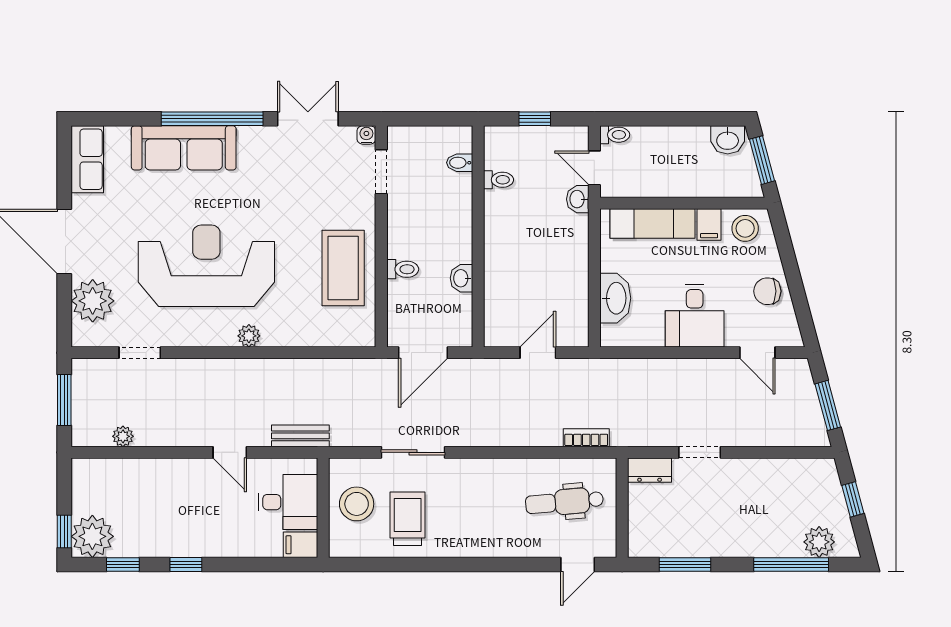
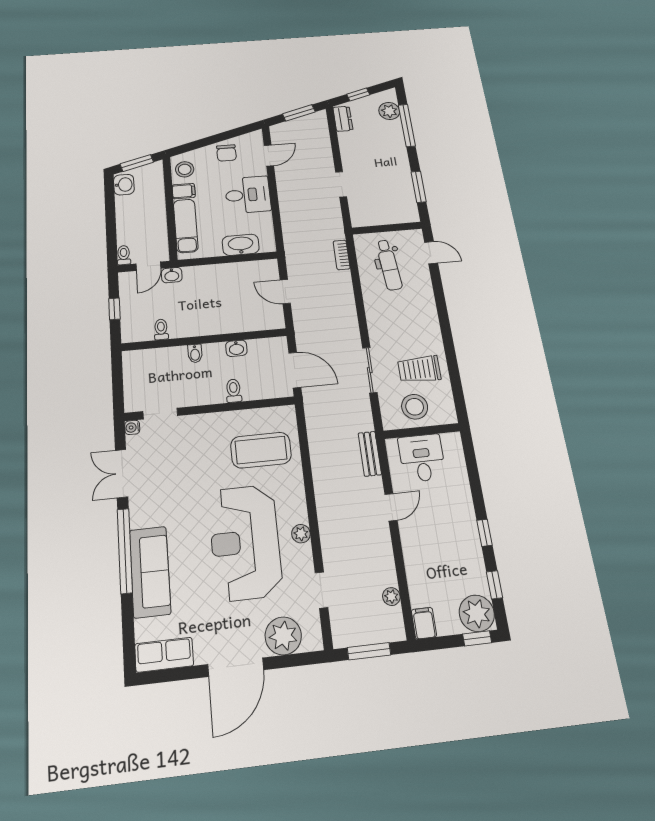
bidet: (460, 163) -> (195, 353), moved
coffee table: (343, 268) -> (261, 450), moved
plant: (249, 336) -> (301, 534), moved
dresser: (650, 470) -> (343, 119), moved
filing cabinet: (300, 545) -> (424, 623), moved, turned 180

